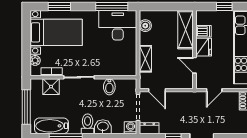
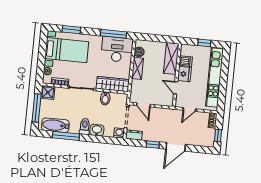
shelving: (145, 59) -> (137, 68), moved
wardrobe: (117, 68) -> (113, 84), added
shower: (51, 87) -> (48, 92), moved

